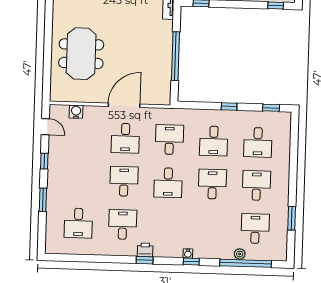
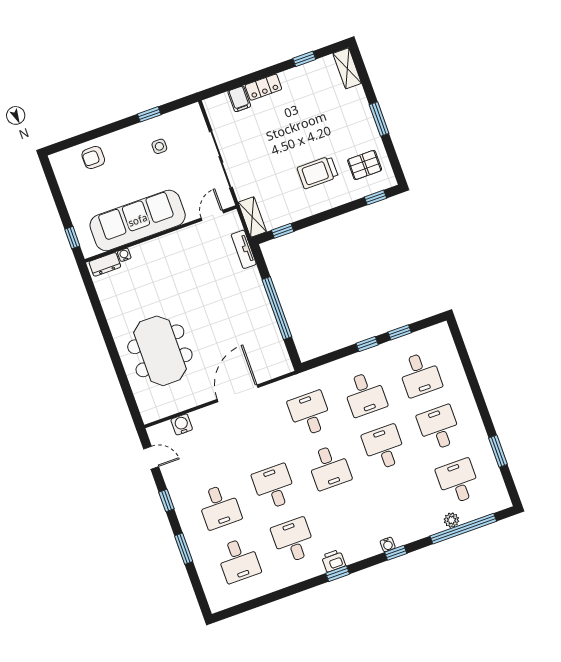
window: (271, 108) -> (400, 332), moved
desk: (125, 138) -> (219, 507), moved

